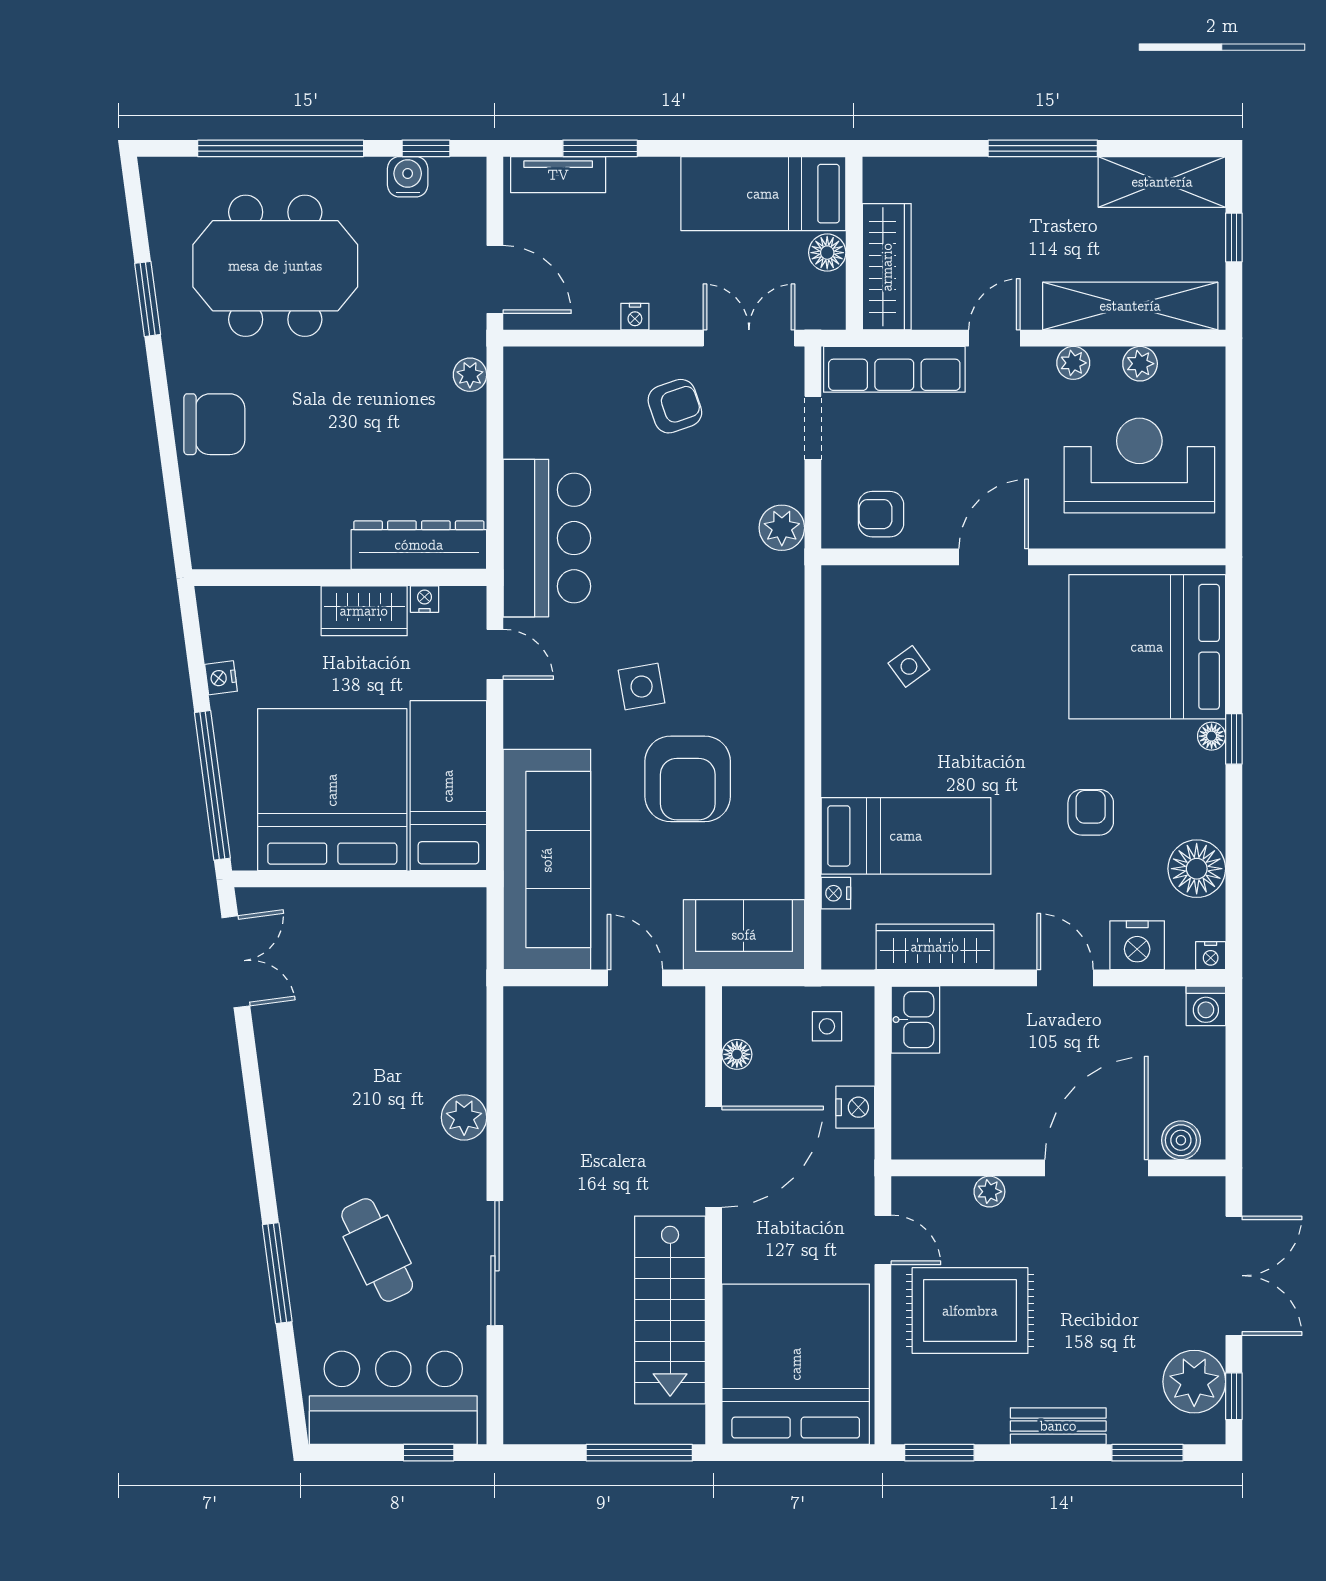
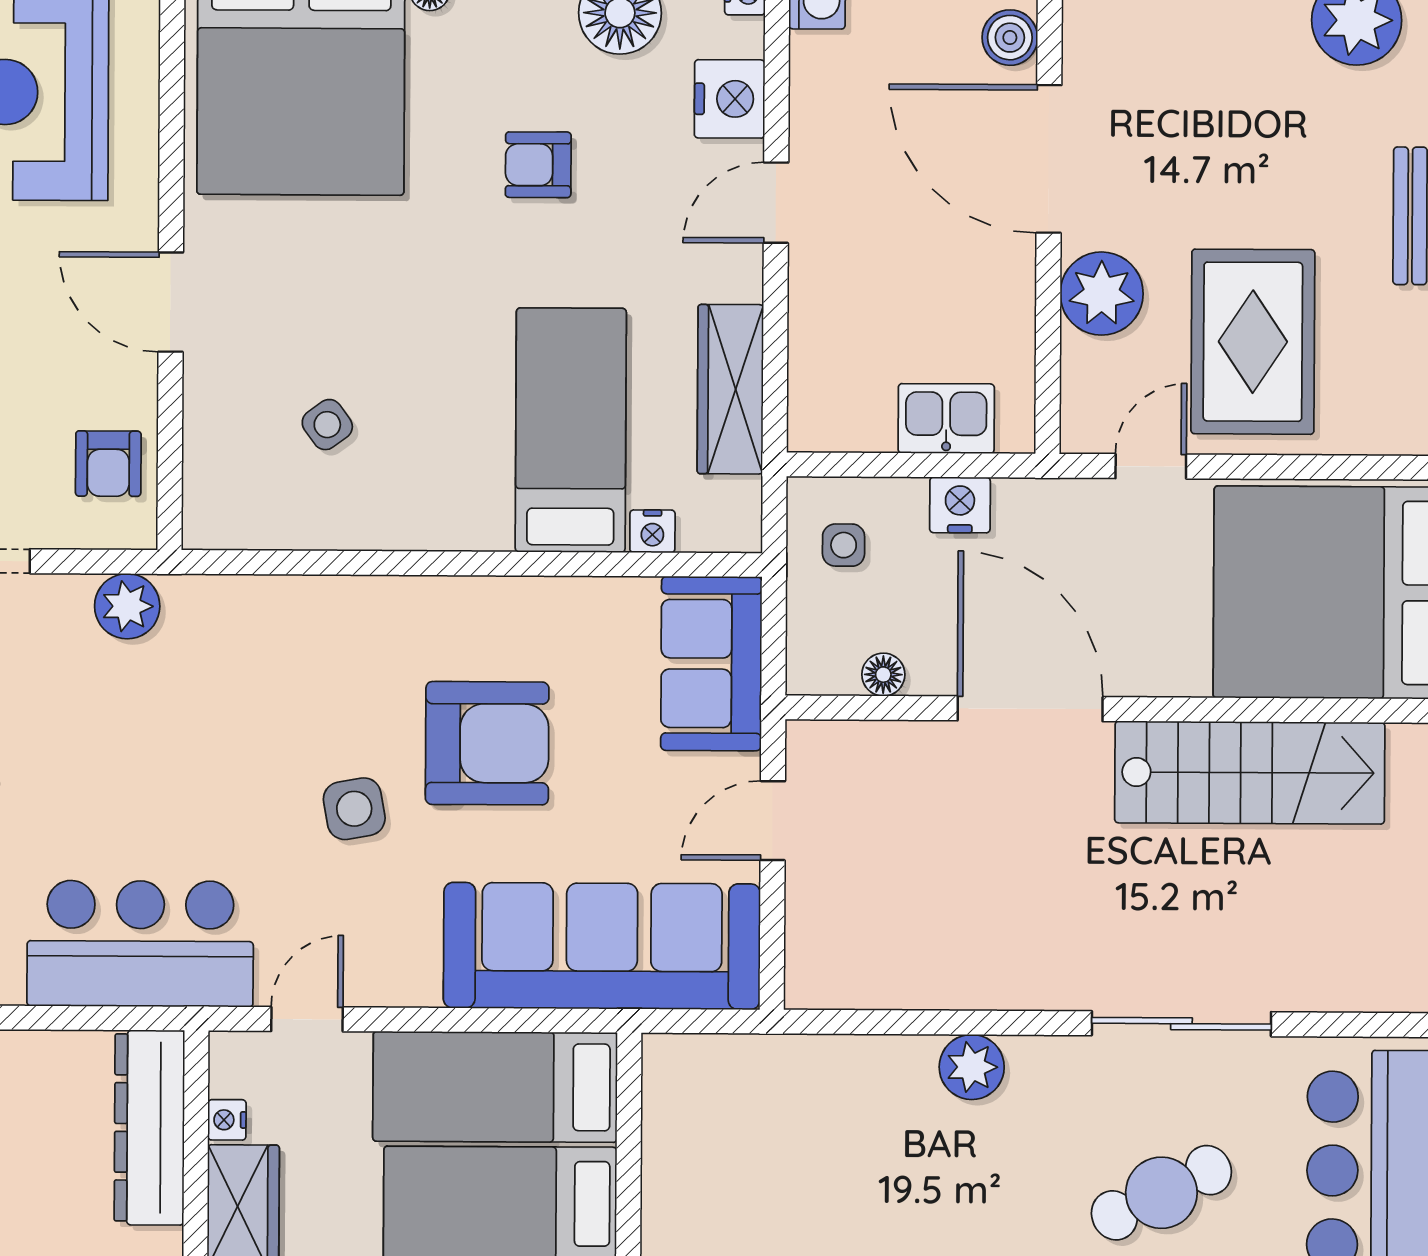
kitchen sink: (915, 1020) -> (946, 419), moved
plant: (989, 1192) -> (1102, 294), width x1.88, depth x1.88

